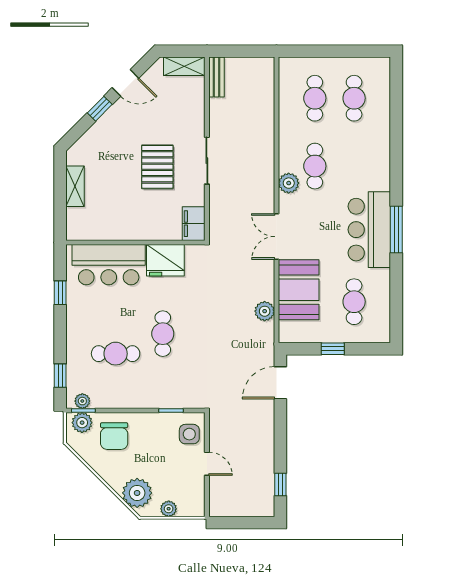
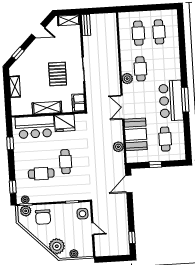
window: (100, 109) -> (18, 54), moved
shelving: (134, 230) -> (47, 108), added

